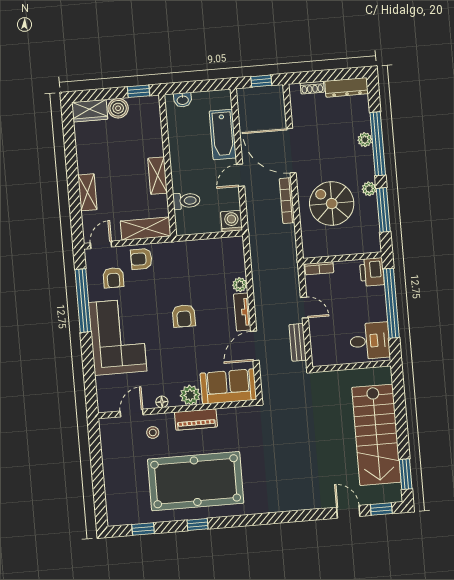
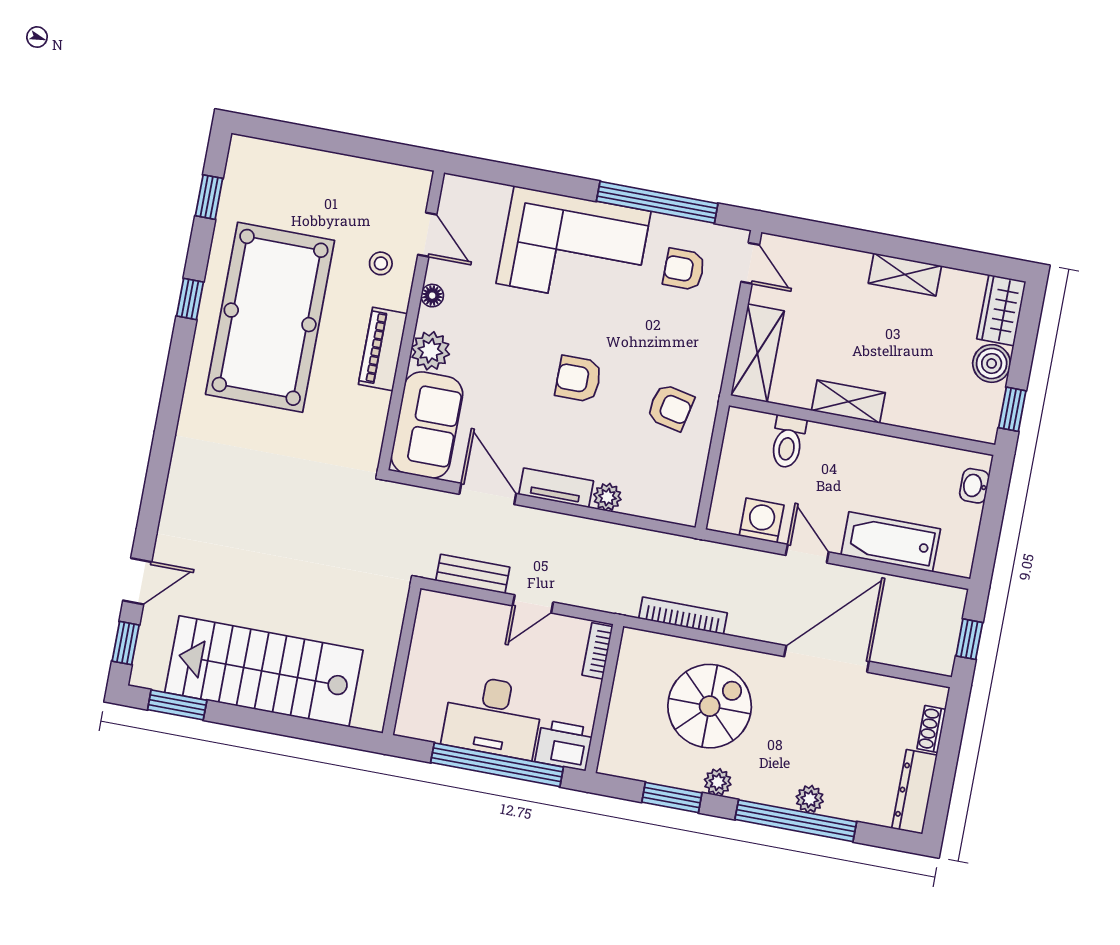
shelving: (87, 192) -> (905, 275), moved
bookcase: (287, 201) -> (683, 616), moved
window: (383, 210) -> (672, 797), width x0.69
washing machine: (232, 221) -> (762, 520), moved, turned -90
armchair: (141, 259) -> (670, 407), moved, turned 102
desk: (370, 341) -> (493, 717), moved, width x1.37

